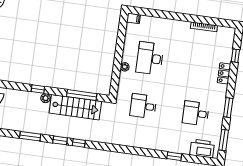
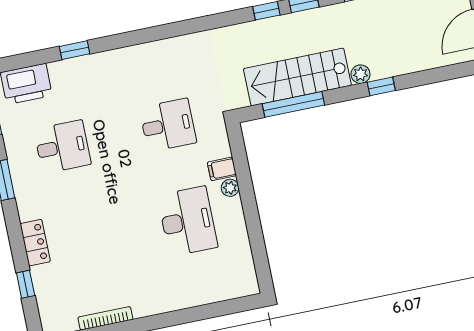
filing cabinet: (134, 18) -> (222, 169), moved

